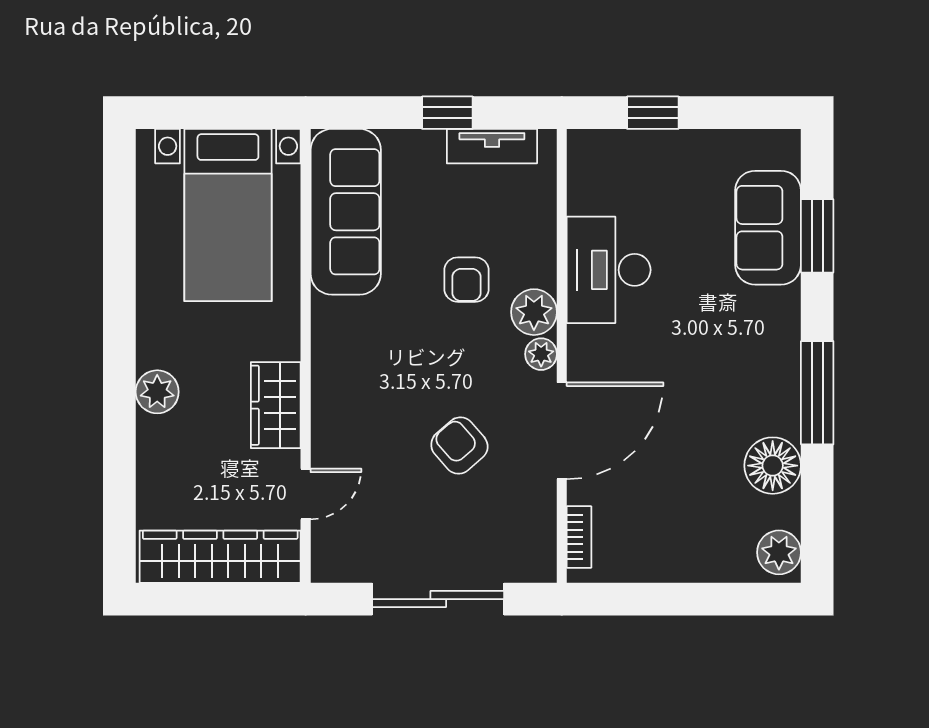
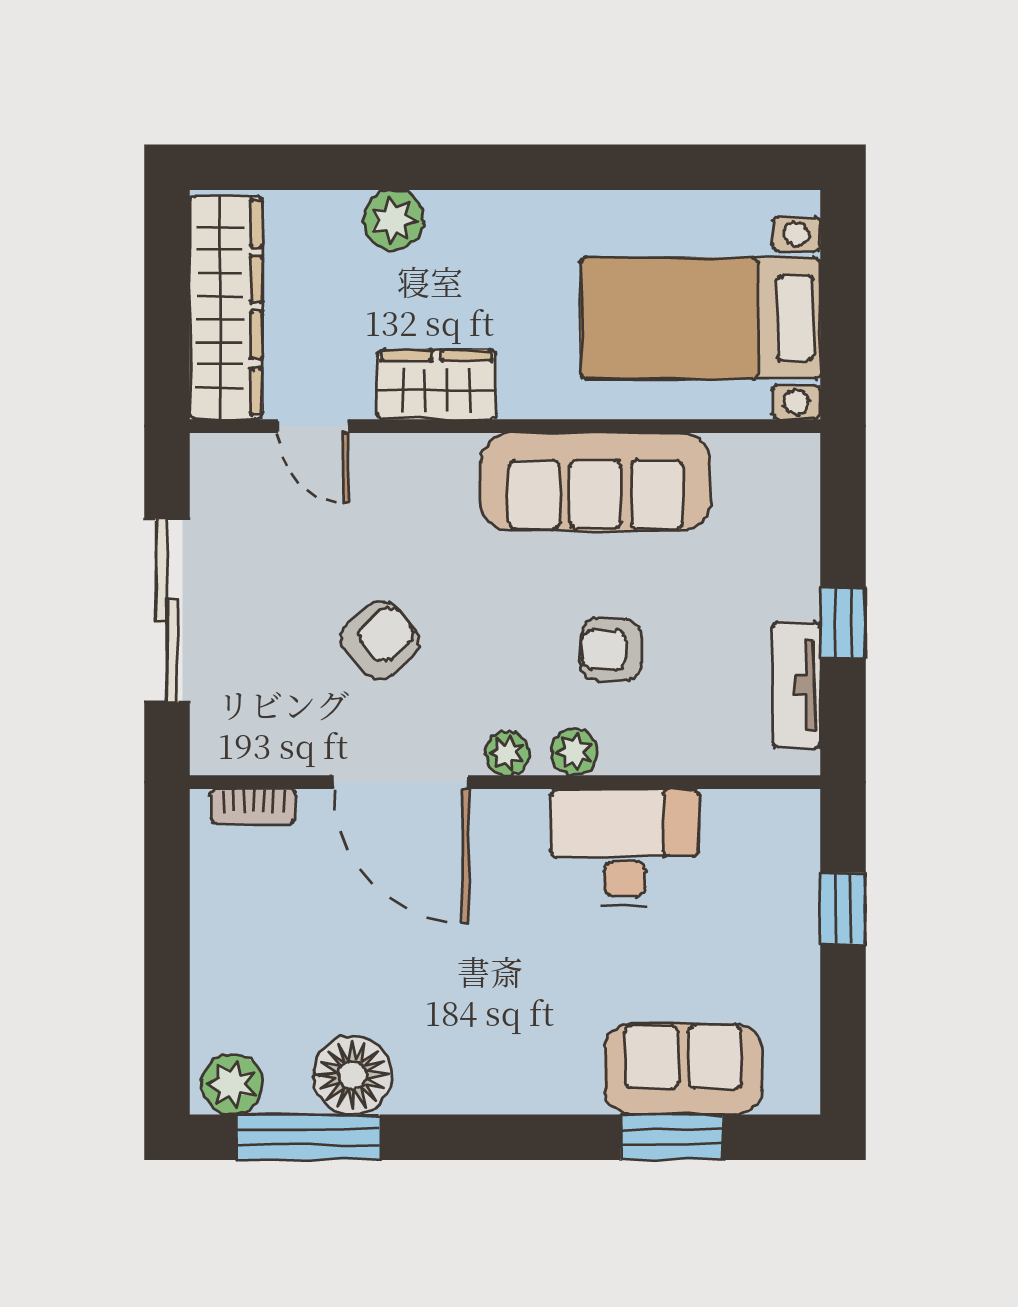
sofa: (346, 212) -> (596, 482), moved
plant: (534, 312) -> (575, 752), width x0.73, depth x0.73
plant: (157, 392) -> (394, 220), moved
window: (817, 393) -> (308, 1137), moved

